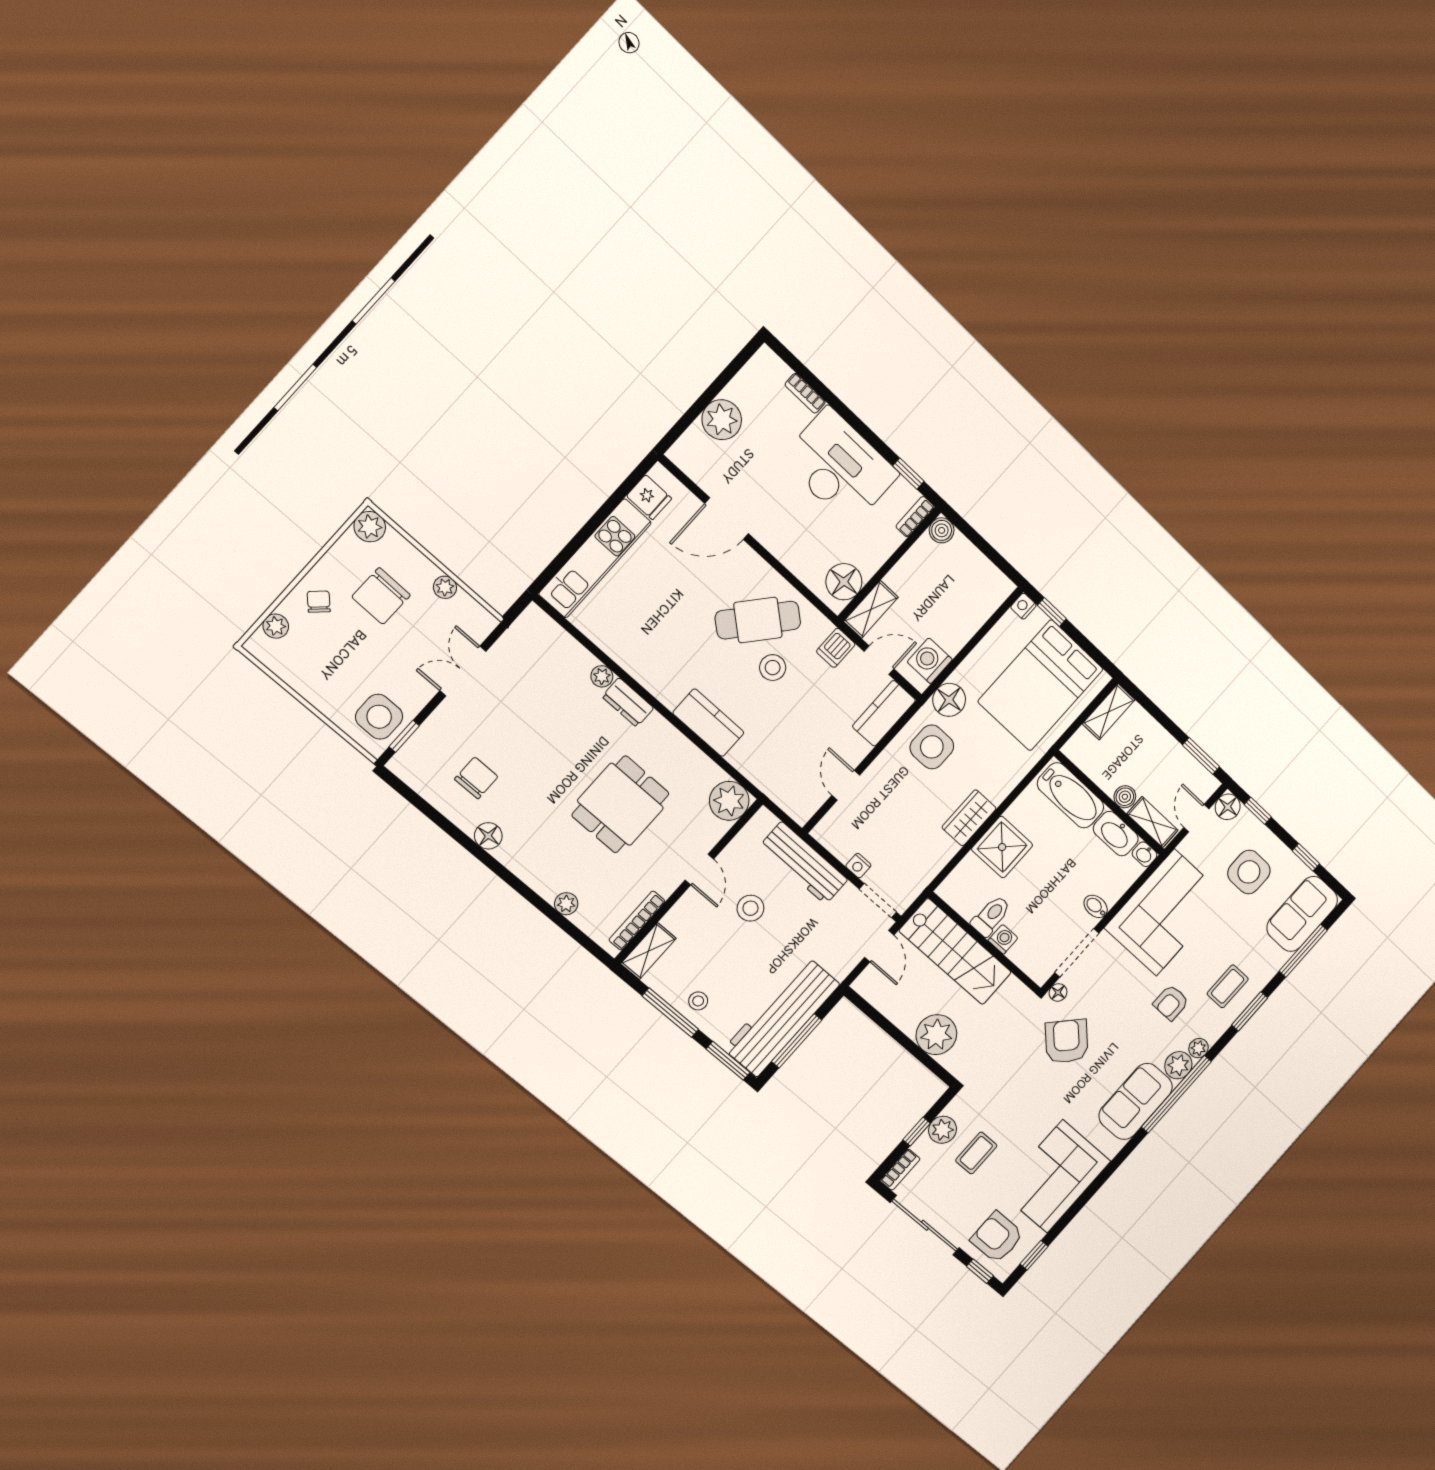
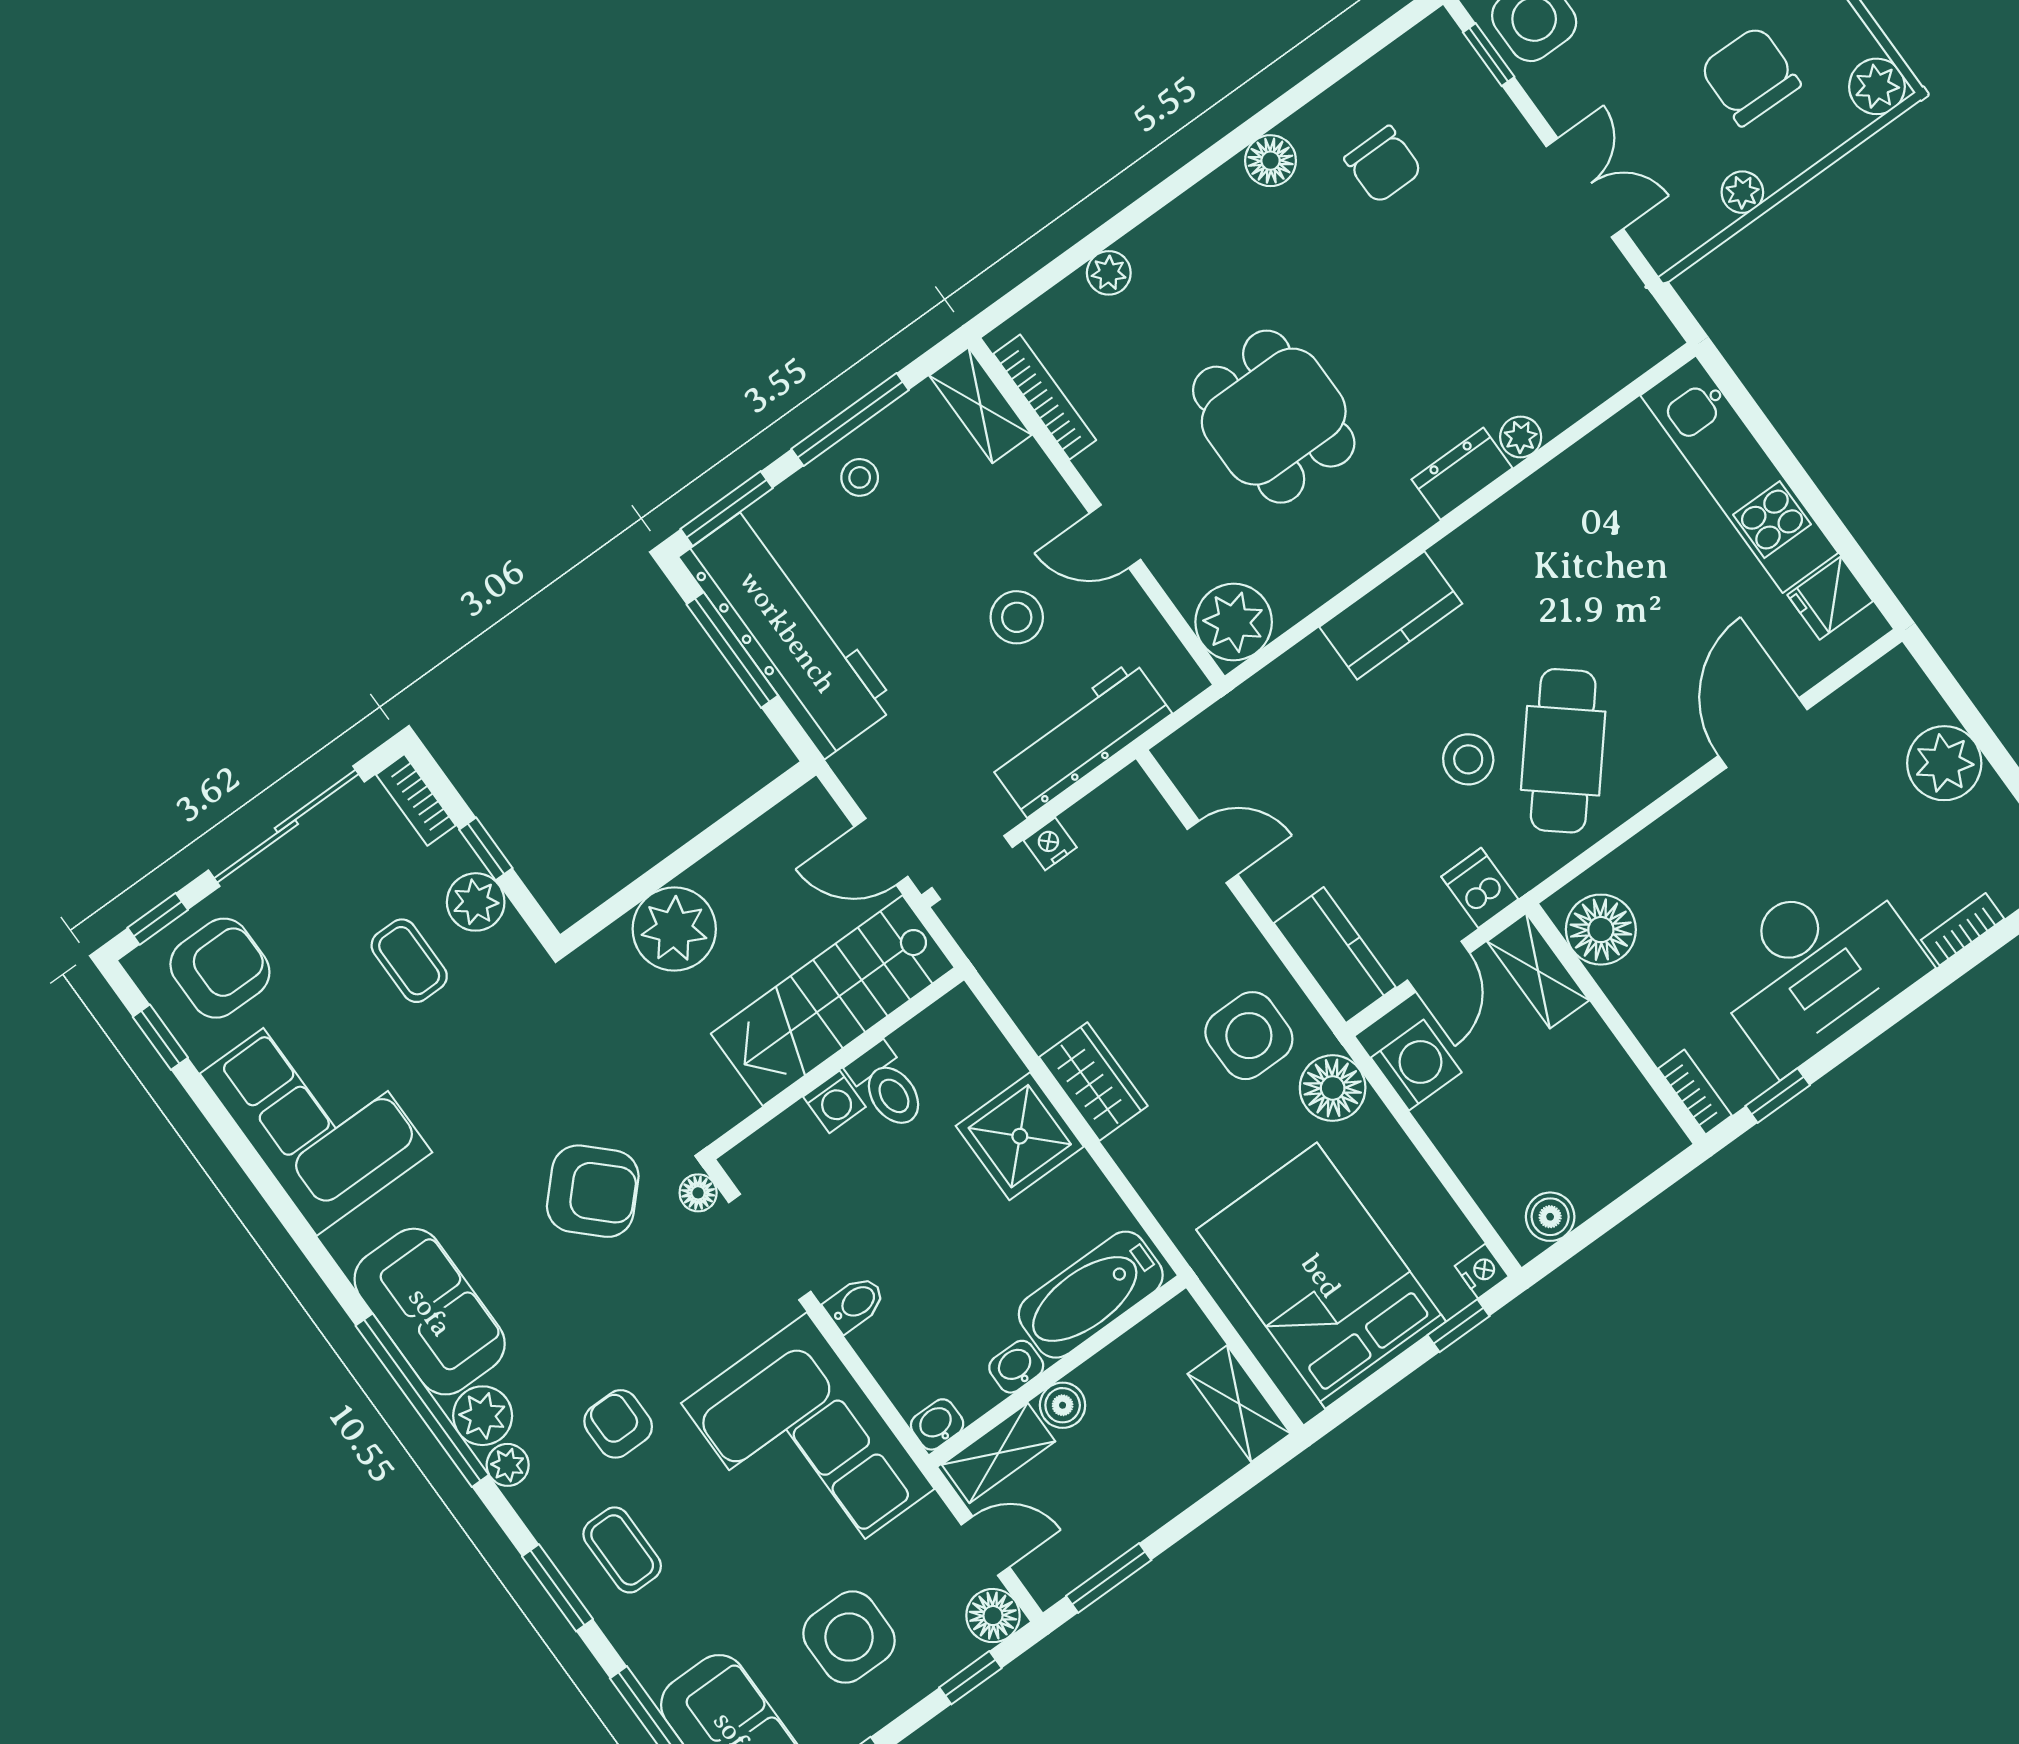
boiler: (942, 530) -> (1550, 1217), moved
washbasin: (1116, 834) -> (1016, 1367), width x0.52, depth x0.69

